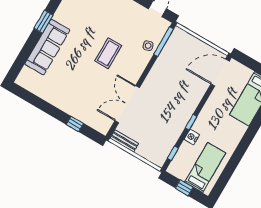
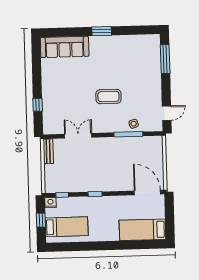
window: (164, 42) -> (128, 134), moved
sofa: (47, 47) -> (65, 47), moved
double door: (127, 104) -> (78, 136), width x0.73
nightstand: (192, 137) -> (50, 203), moved

